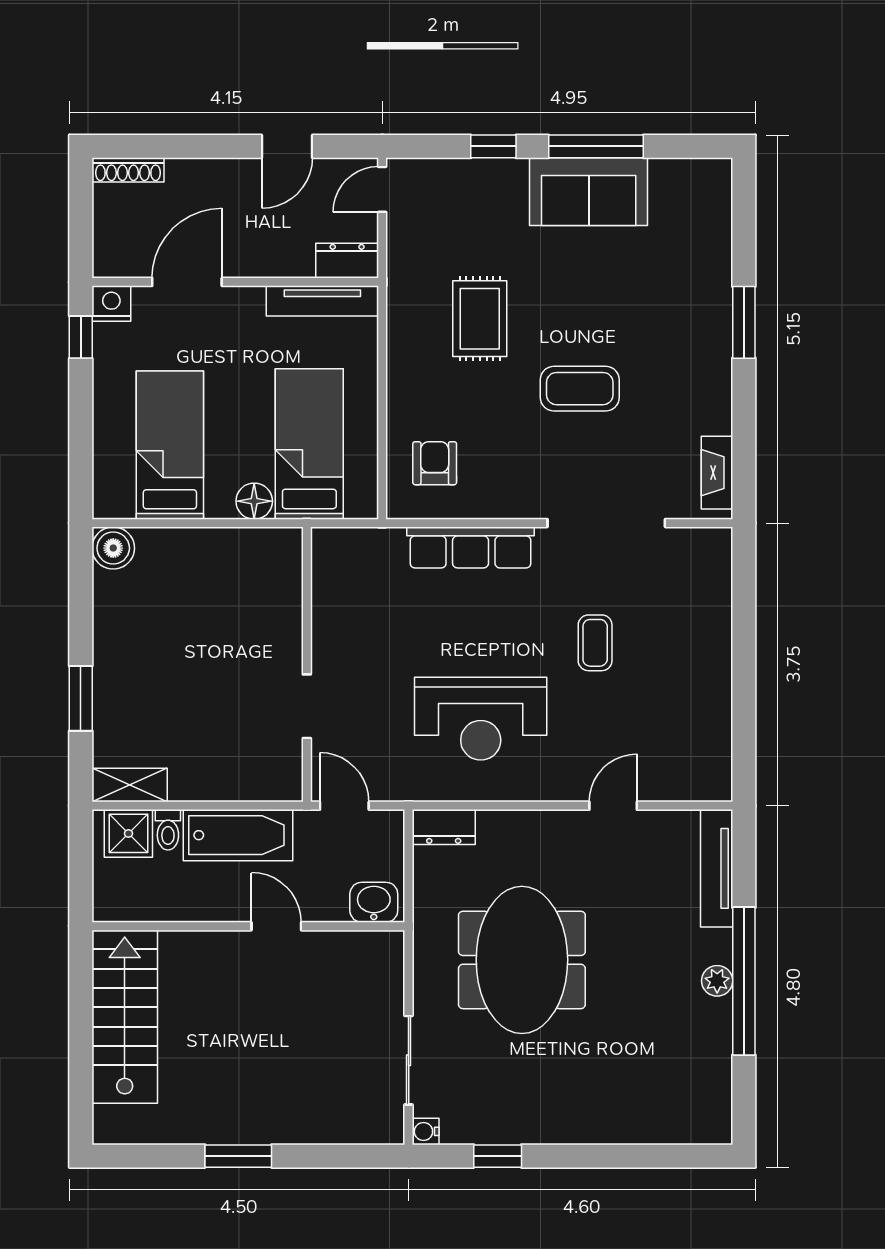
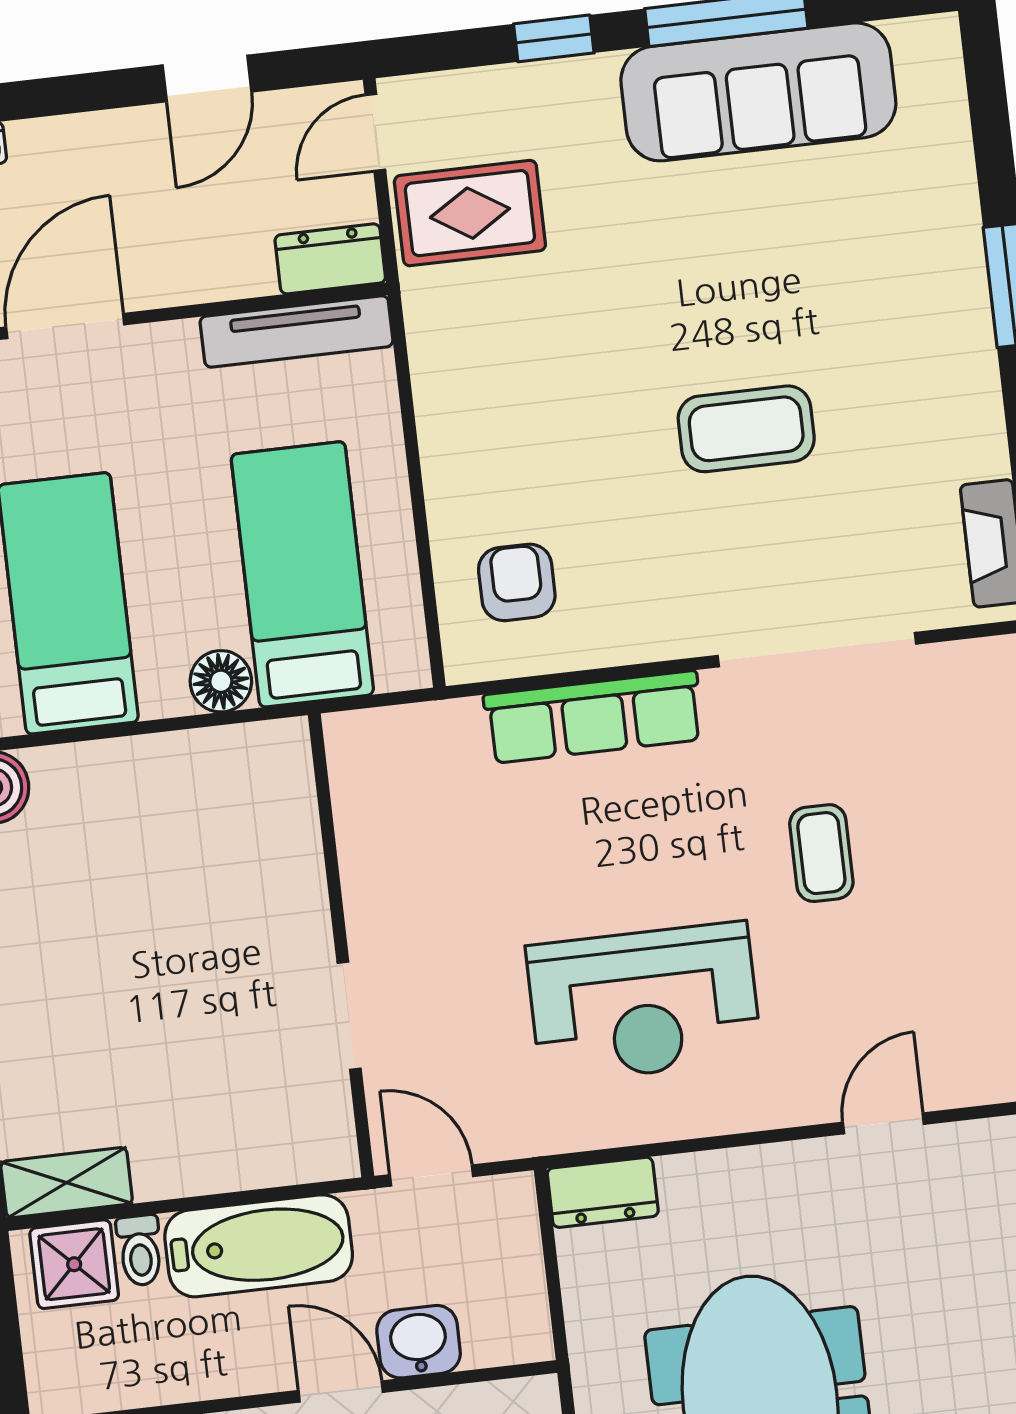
sofa: (589, 192) -> (758, 92), width x1.36
rug: (480, 319) -> (470, 213), moved, turned 90
washbasin: (374, 902) -> (419, 1342), moved

